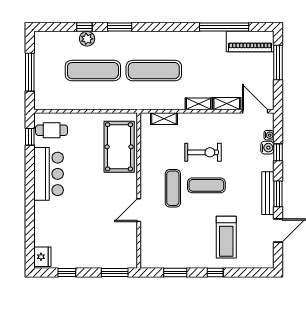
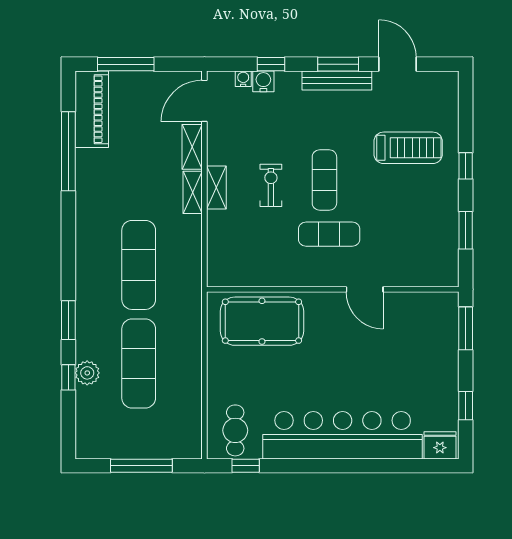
shelving: (164, 119) -> (216, 188), moved
exercise bike: (203, 152) -> (271, 185), width x0.73, depth x0.72
bar counter: (49, 174) -> (343, 435), width x1.86

